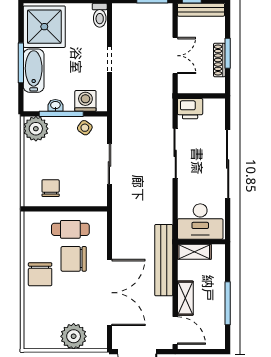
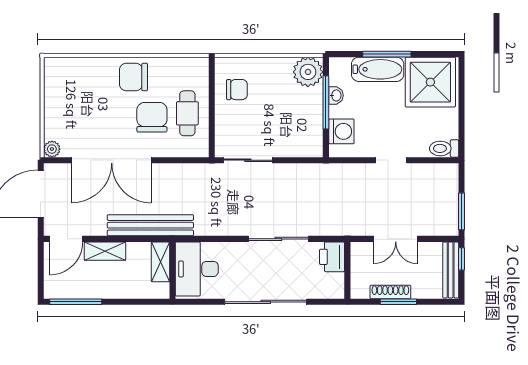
side table: (85, 128) -> (309, 131), removed
sliding door: (109, 164) -> (248, 160), moved
window: (228, 303) -> (76, 302), moved
plant: (74, 336) -> (52, 149), moved, width x0.53, depth x0.53

